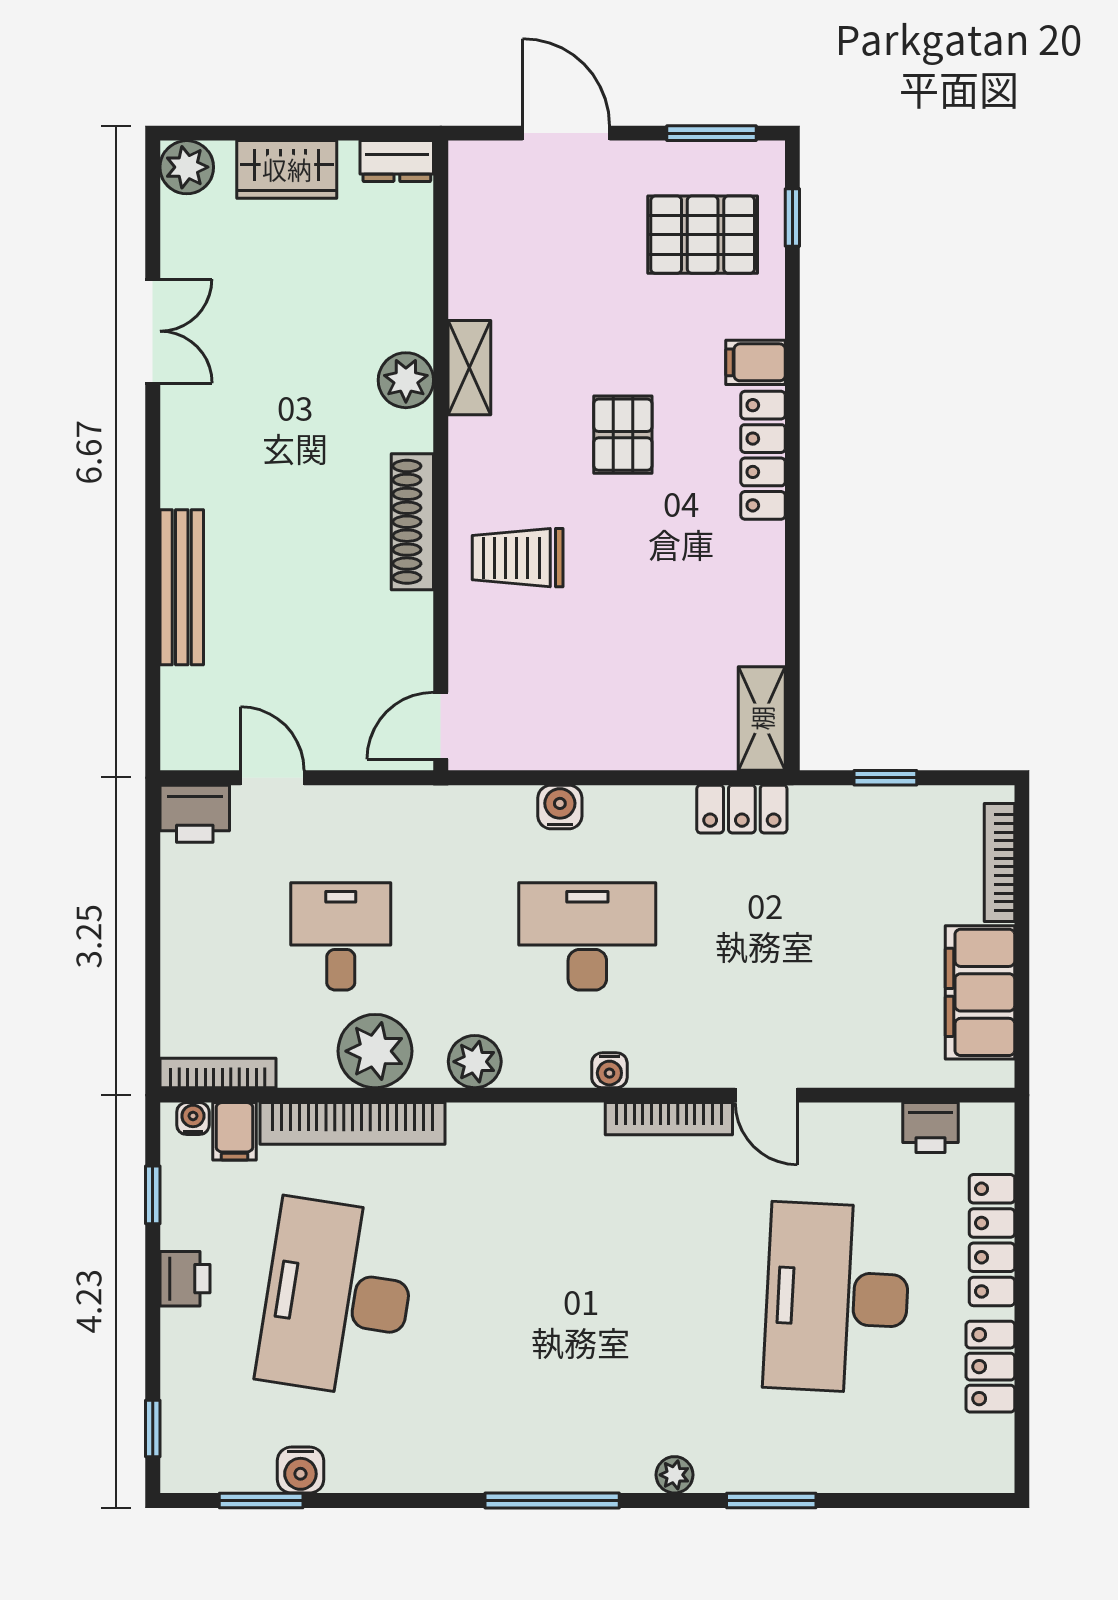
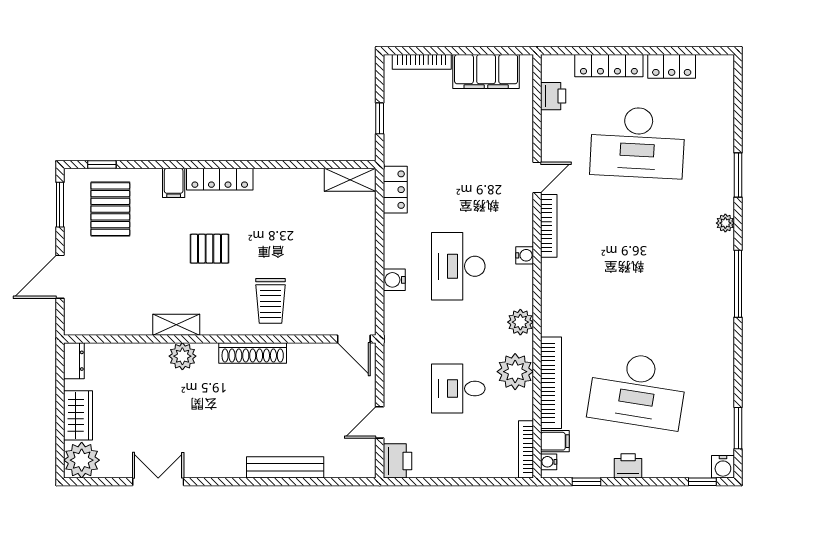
plant: (187, 167) -> (82, 460), width x1.36, depth x1.36
water cooler: (300, 1470) -> (723, 467), moved, turned 90

